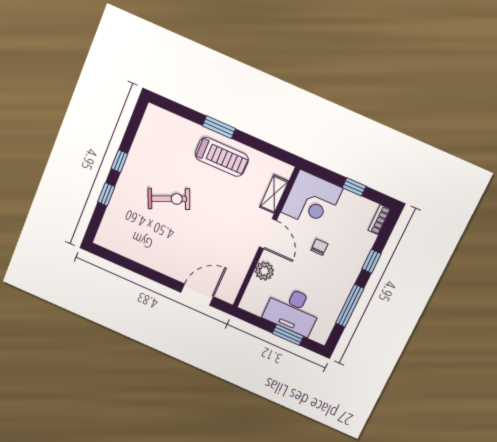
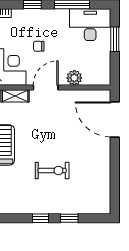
exercise bike: (169, 199) -> (52, 171), turned 113
door: (197, 295) -> (115, 120), width x1.36
desk: (293, 310) -> (90, 25), moved, turned -90

